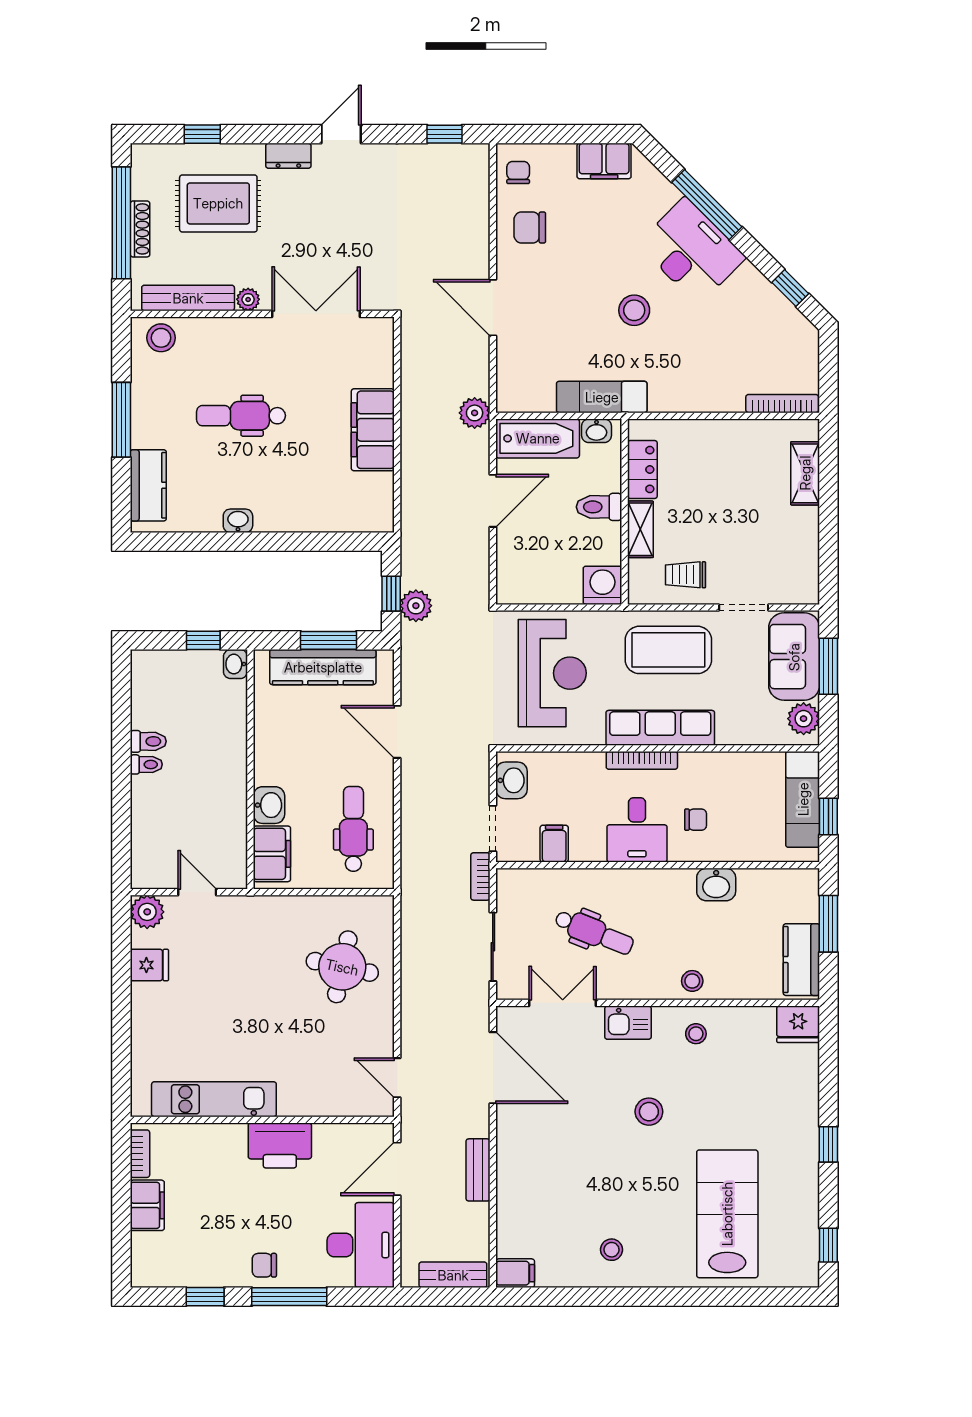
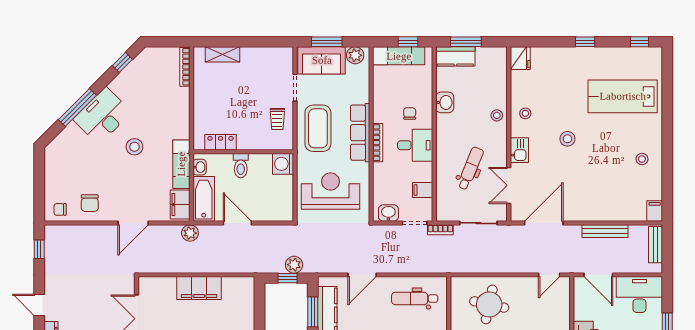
filing cabinet: (604, 161) -> (180, 204), moved, turned 180
shelving: (640, 529) -> (253, 143), removed
kitchen counter: (801, 960) -> (455, 56), moved
bench: (478, 1170) -> (605, 231), width x1.36

